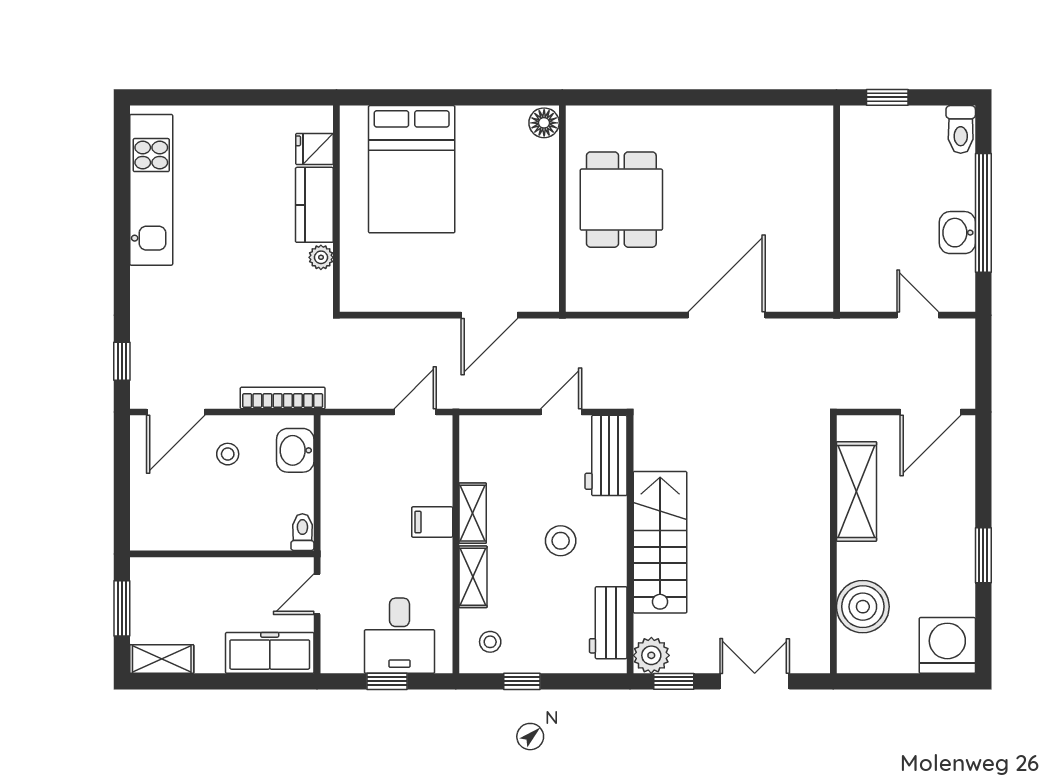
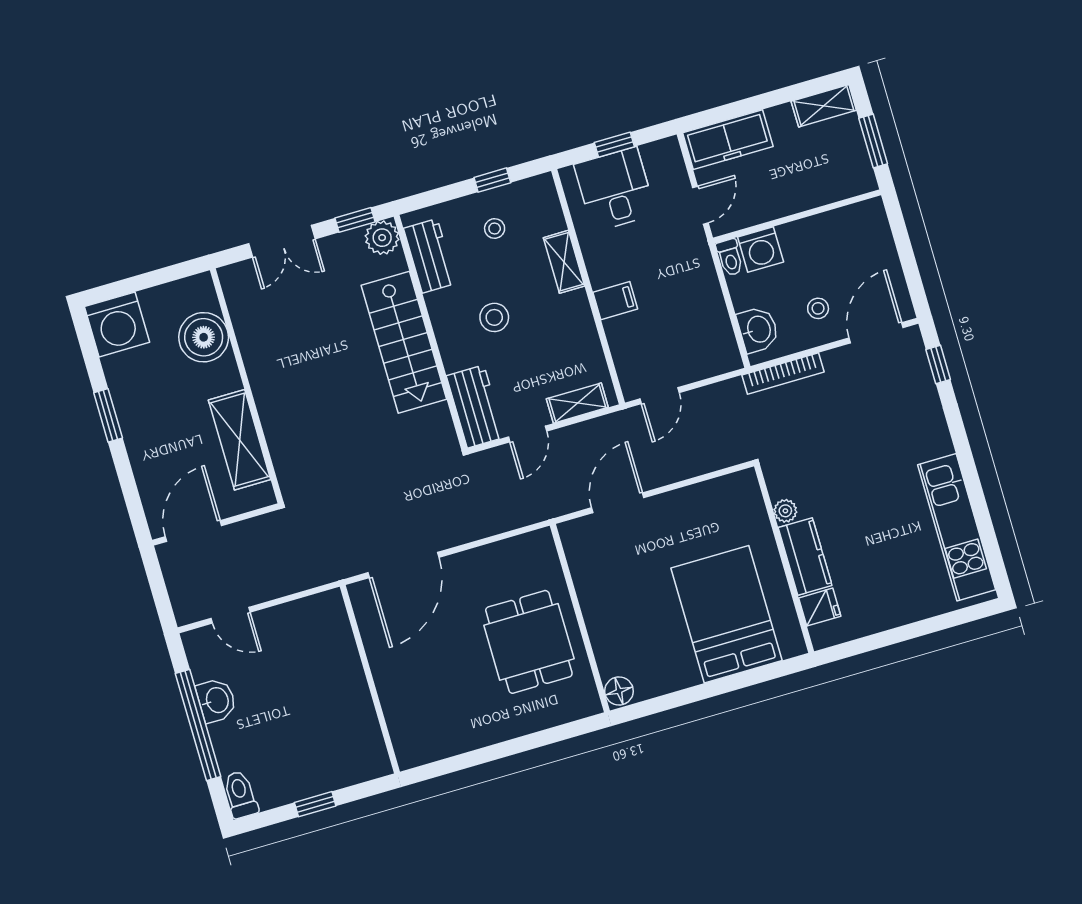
wall: (837, 209) -> (370, 679), moved
shelving: (473, 513) -> (577, 403), moved, turned 90
washing machine: (269, 531) -> (761, 250), added
stool: (490, 642) -> (495, 228), moved

